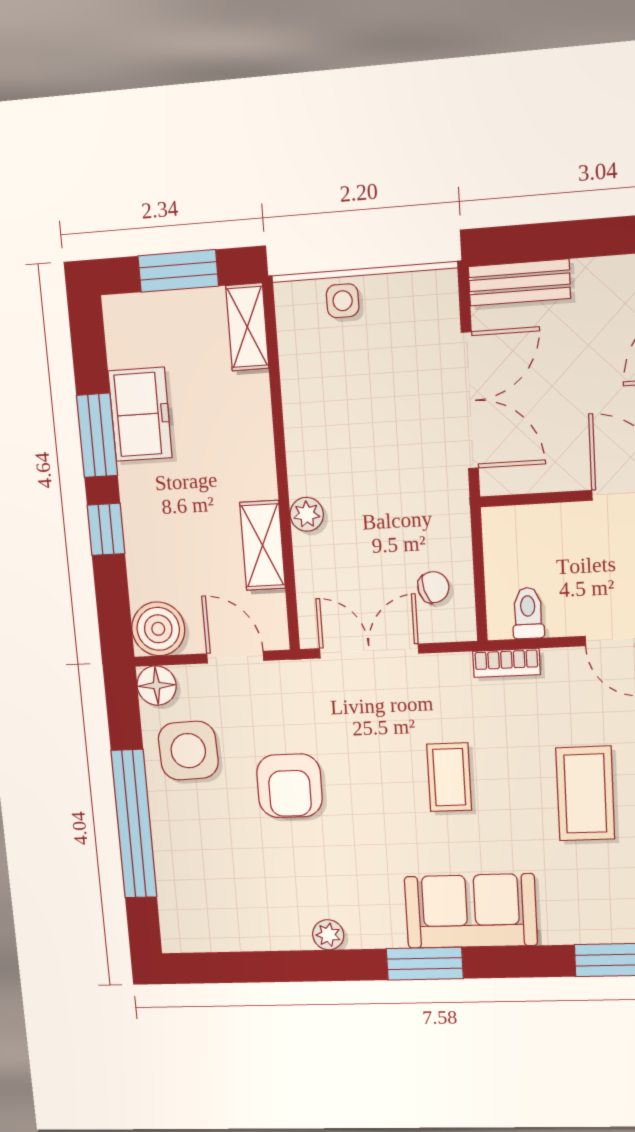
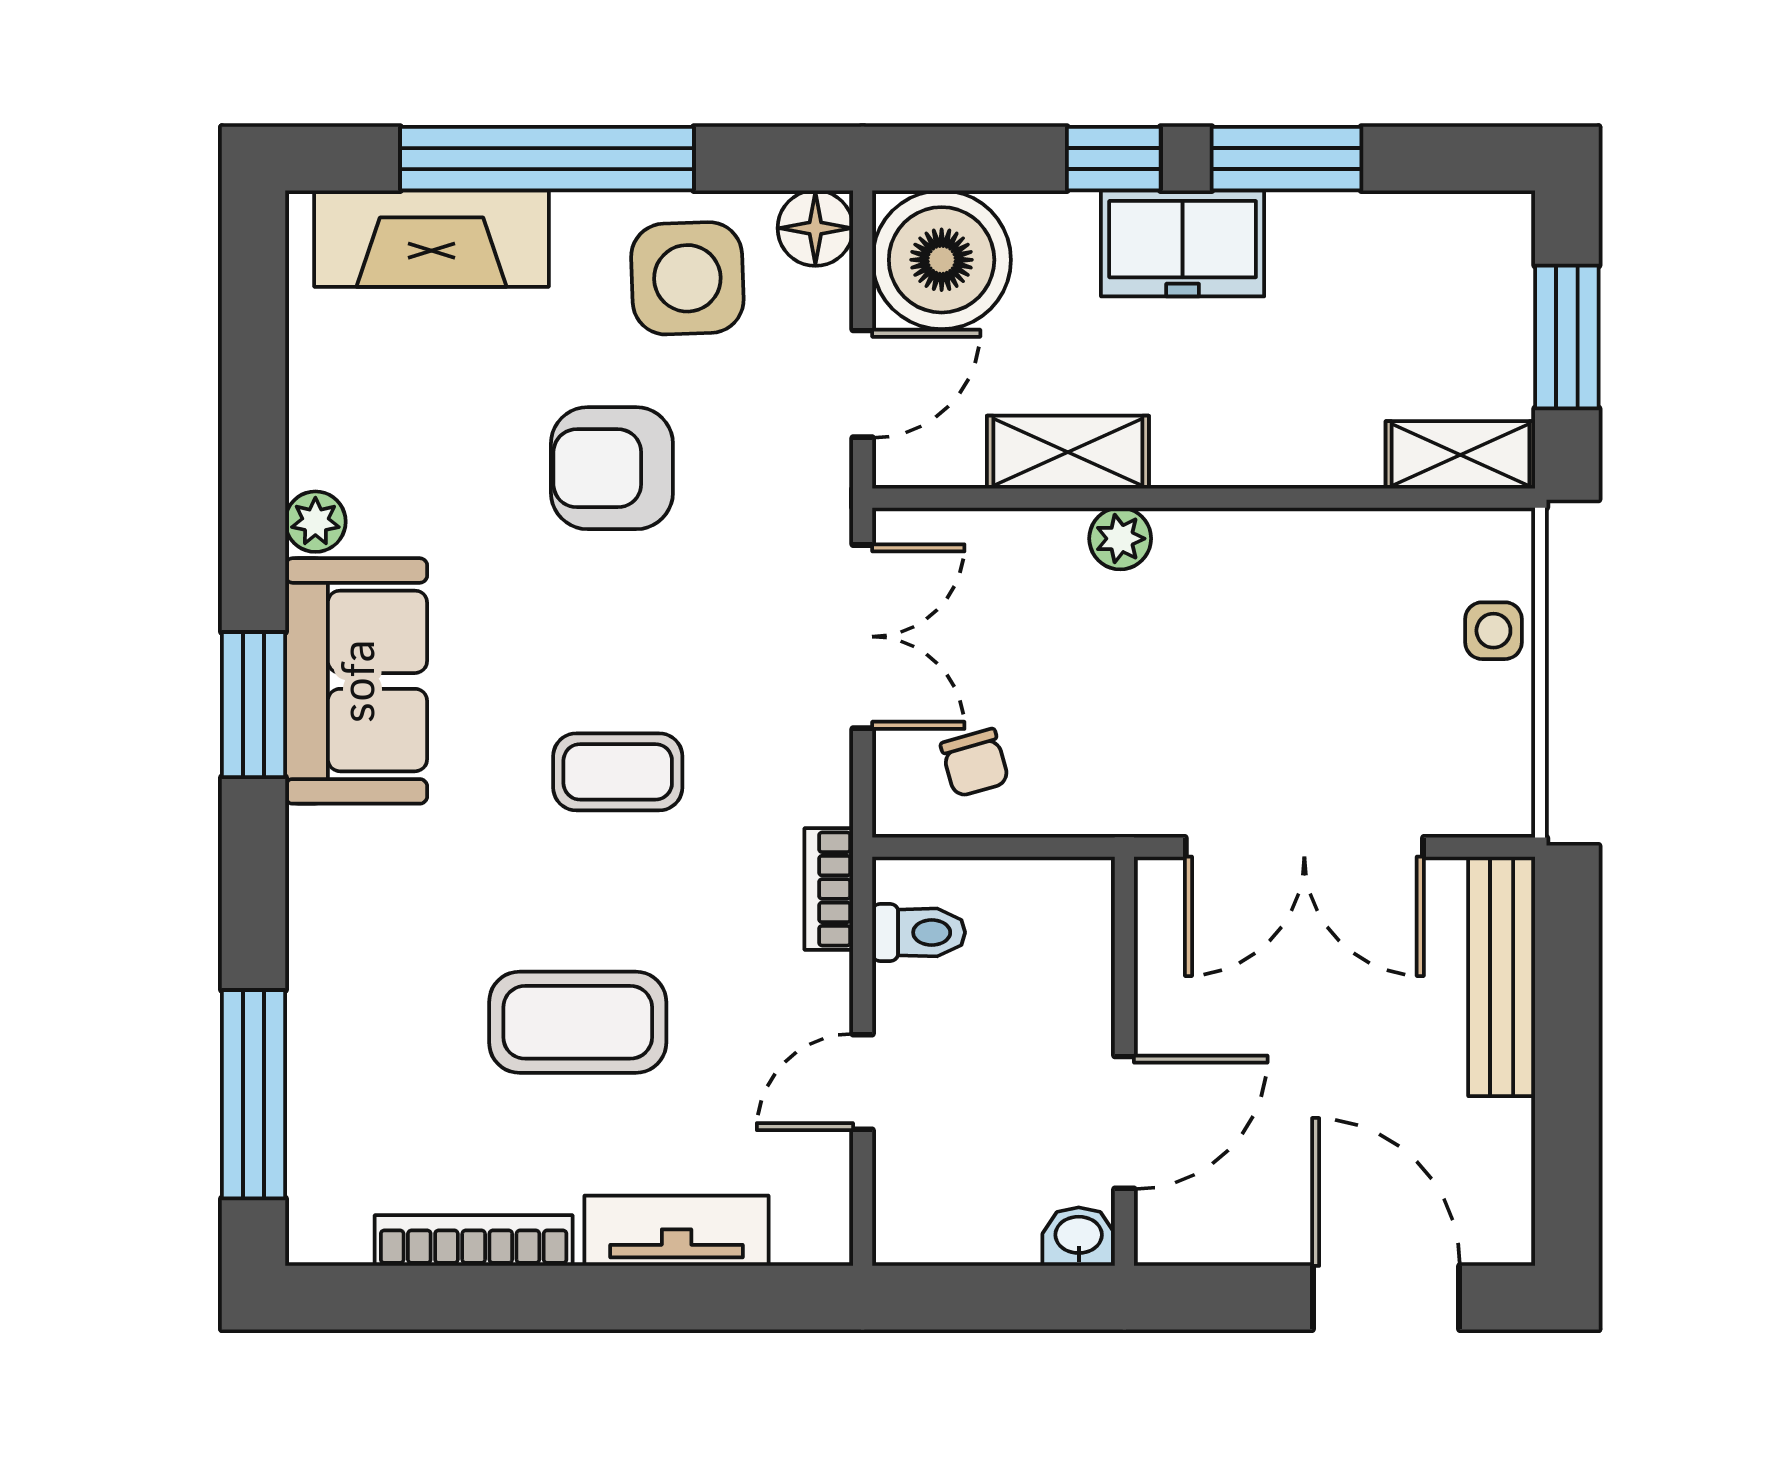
bench: (519, 282) -> (1502, 976), width x1.36
freezer: (140, 414) -> (1183, 243), moved
boiler: (158, 629) -> (942, 260), width x1.37, depth x1.37
fireplace: (180, 881) -> (432, 239), added
sofa: (471, 911) -> (356, 681), moved

